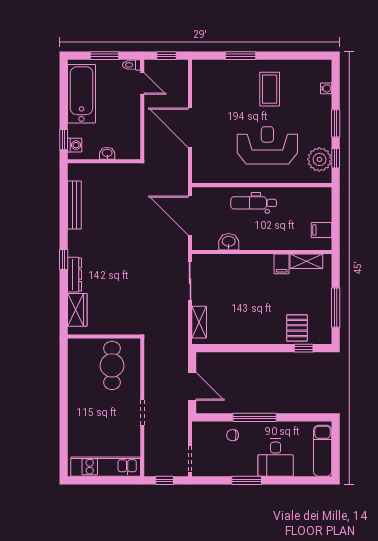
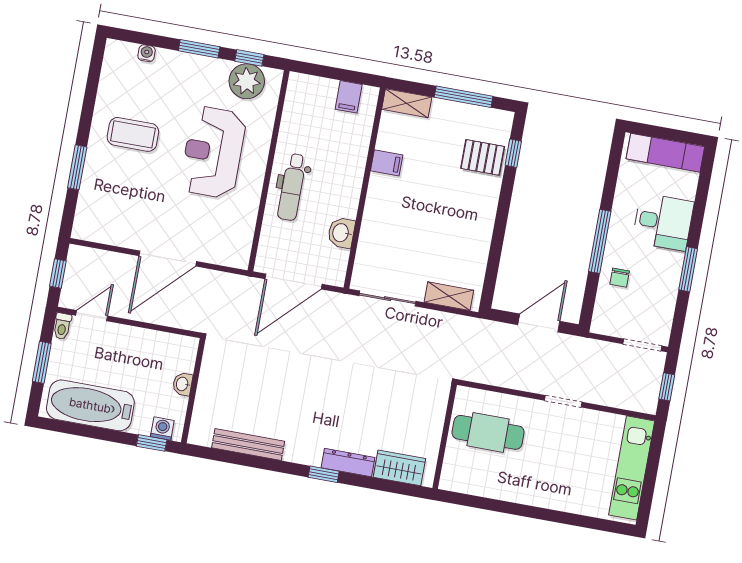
shelving: (306, 261) -> (407, 103), moved, turned 90

